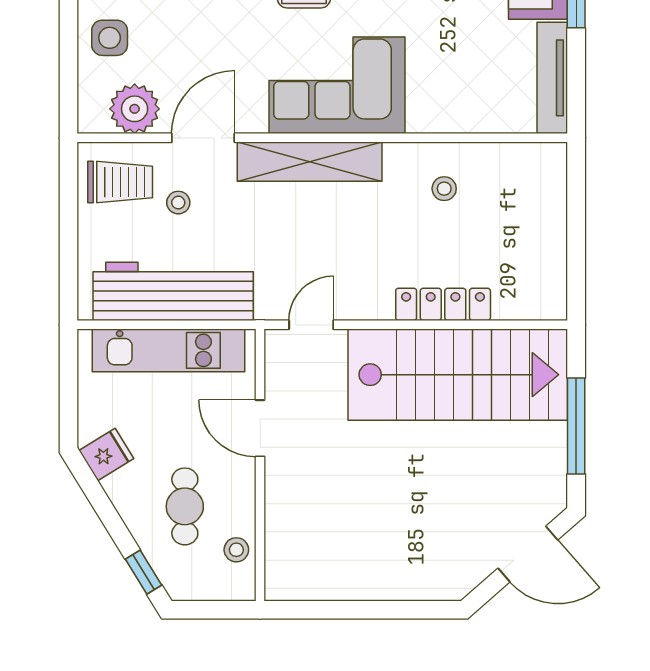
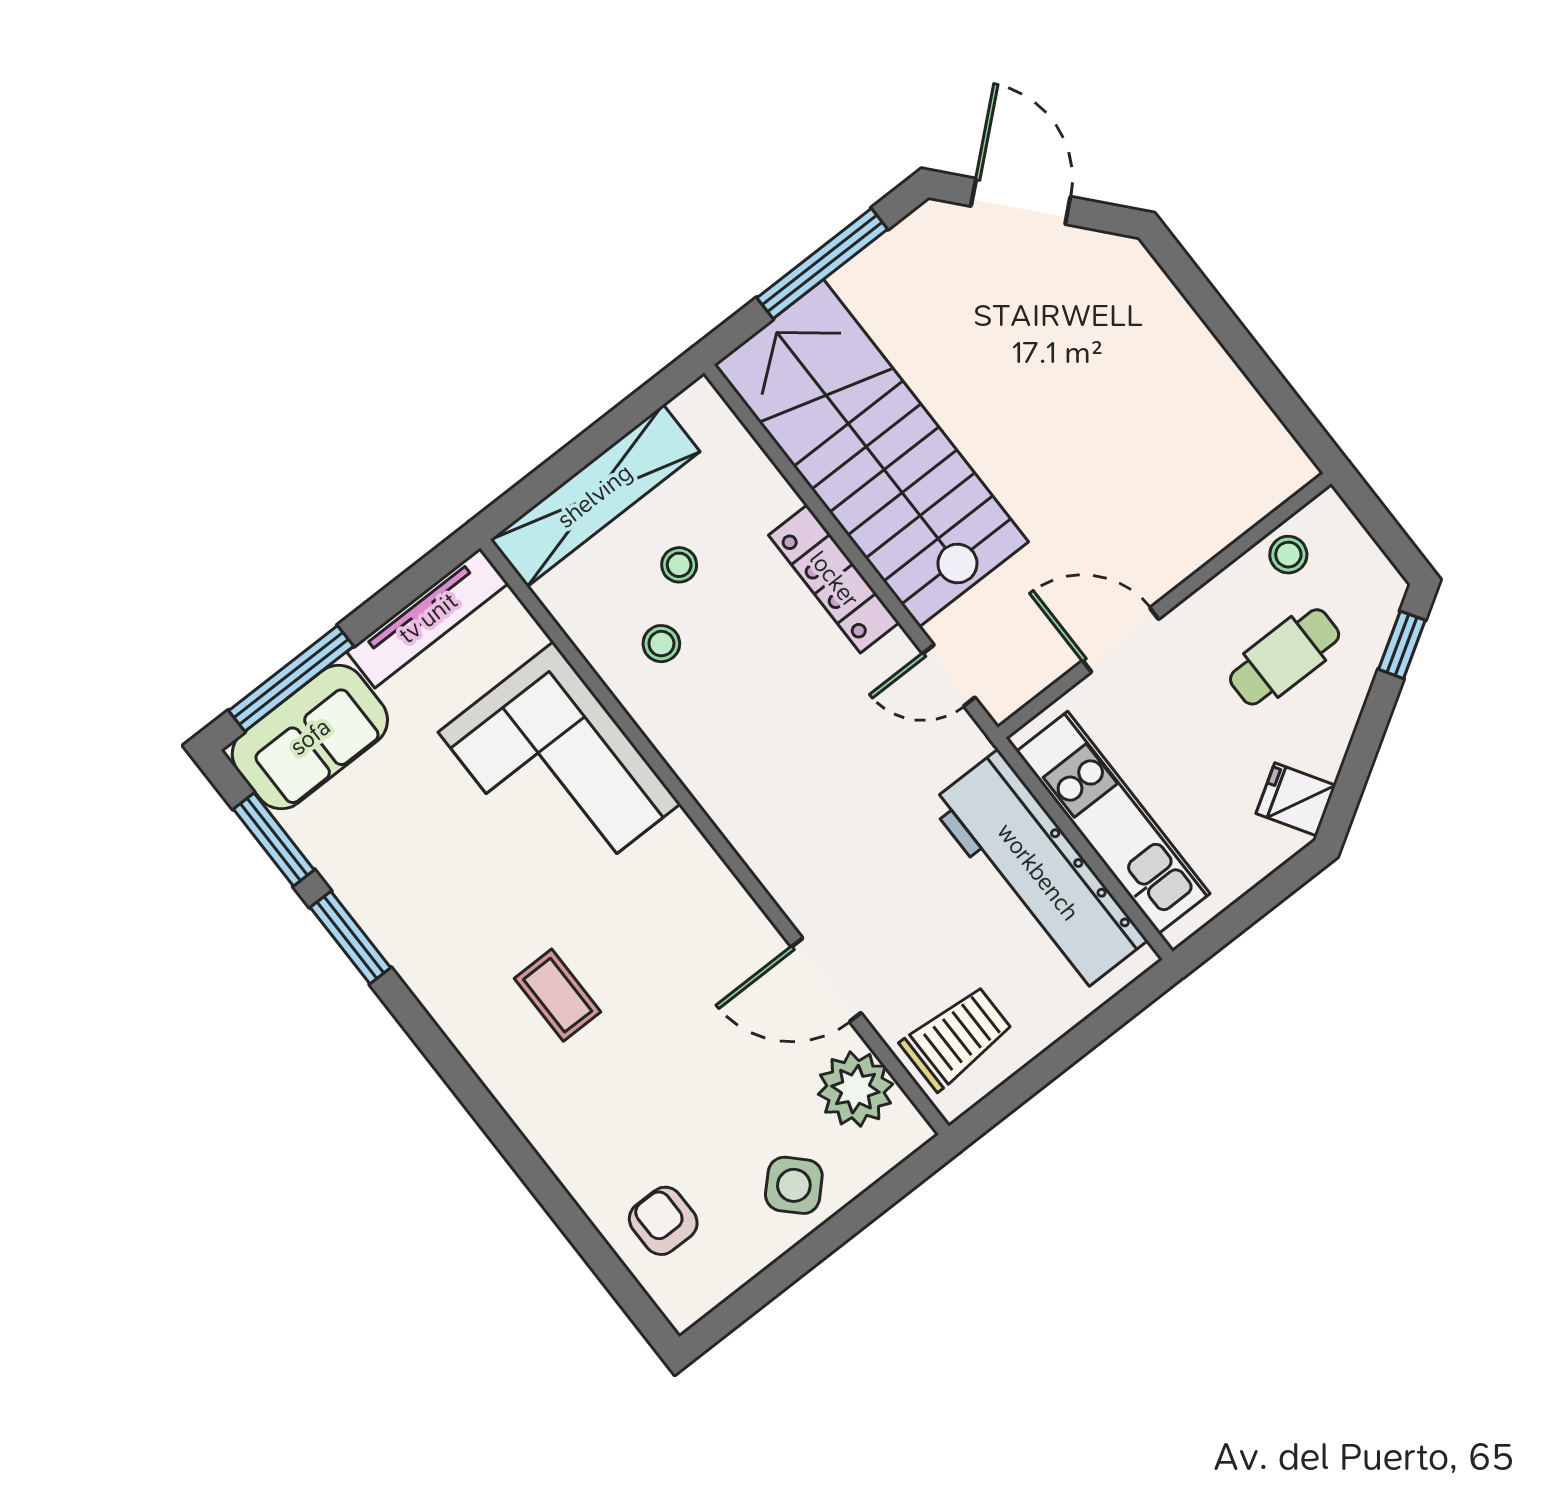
side table: (110, 38) -> (794, 1185), turned 45
corner sofa: (337, 85) -> (559, 768), moved
shelving: (310, 162) -> (595, 496), moved, turned 90
trolley: (120, 182) -> (957, 1038), turned 90
stool: (178, 203) -> (679, 565), moved
locker: (443, 304) -> (834, 579), moved
door: (260, 428) -> (1121, 640), swing flipped

